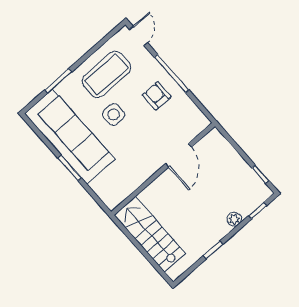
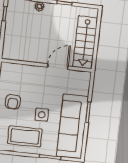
door: (179, 155) -> (58, 67), moved

